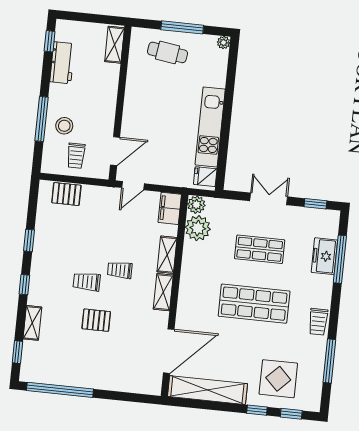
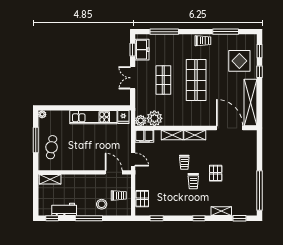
window: (42, 119) -> (89, 218), moved
window: (29, 240) -> (157, 218), moved
freezer: (324, 256) -> (142, 50), moved, turned -90

